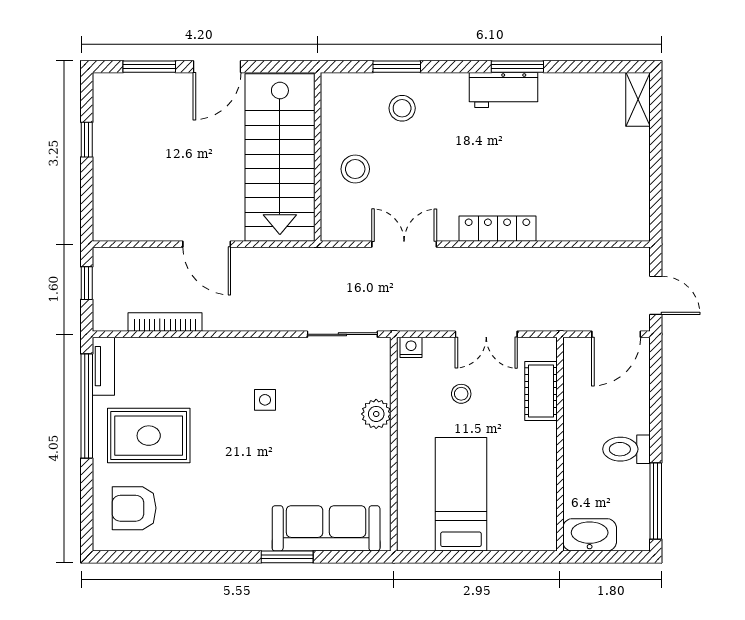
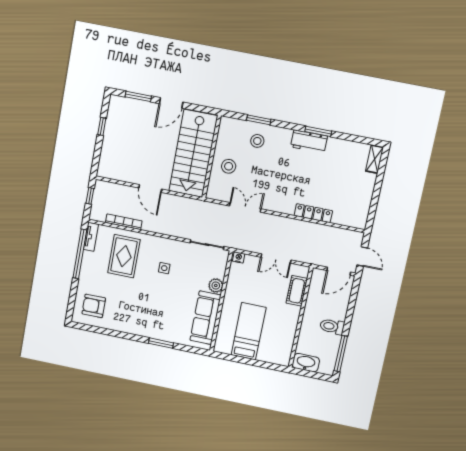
locker: (497, 229) -> (313, 213), moved
stool: (461, 394) -> (258, 284), removed
rug: (149, 436) -> (124, 256), moved, turned 90
sofa: (326, 528) -> (205, 318), moved, turned -90

